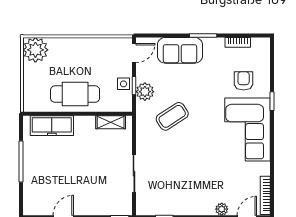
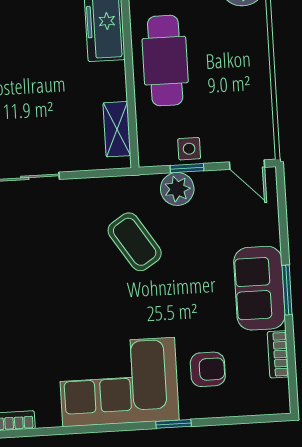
sofa: (180, 50) -> (259, 288), moved

